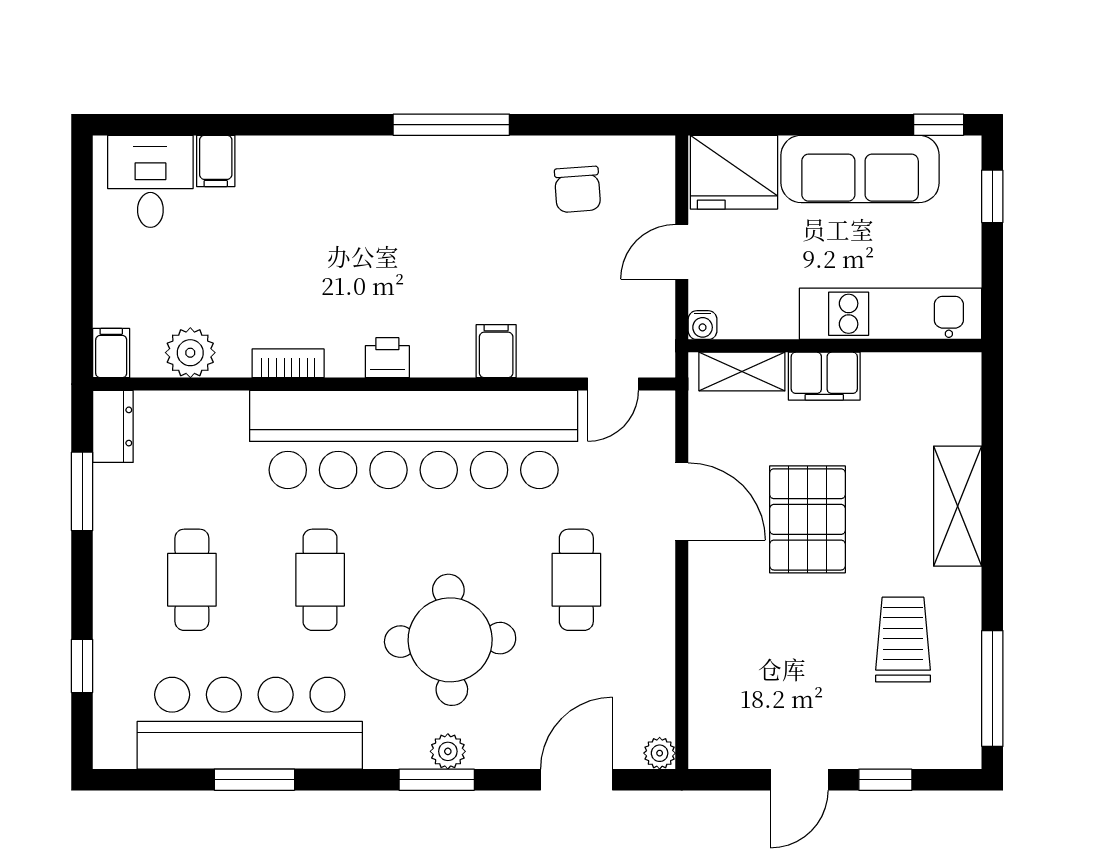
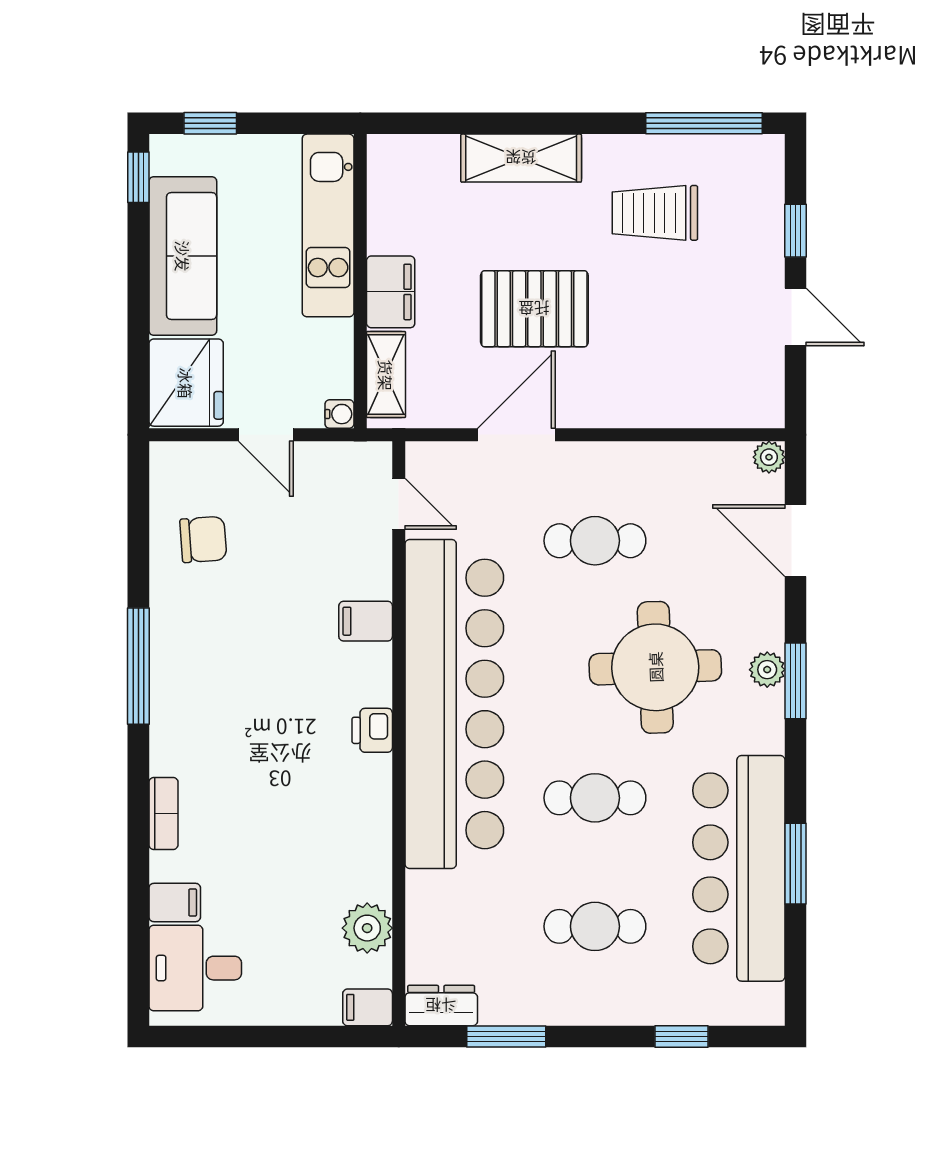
bookcase: (288, 363) -> (163, 813), moved, turned 180

